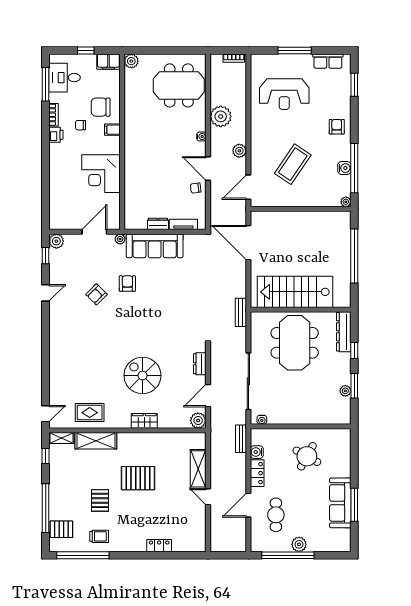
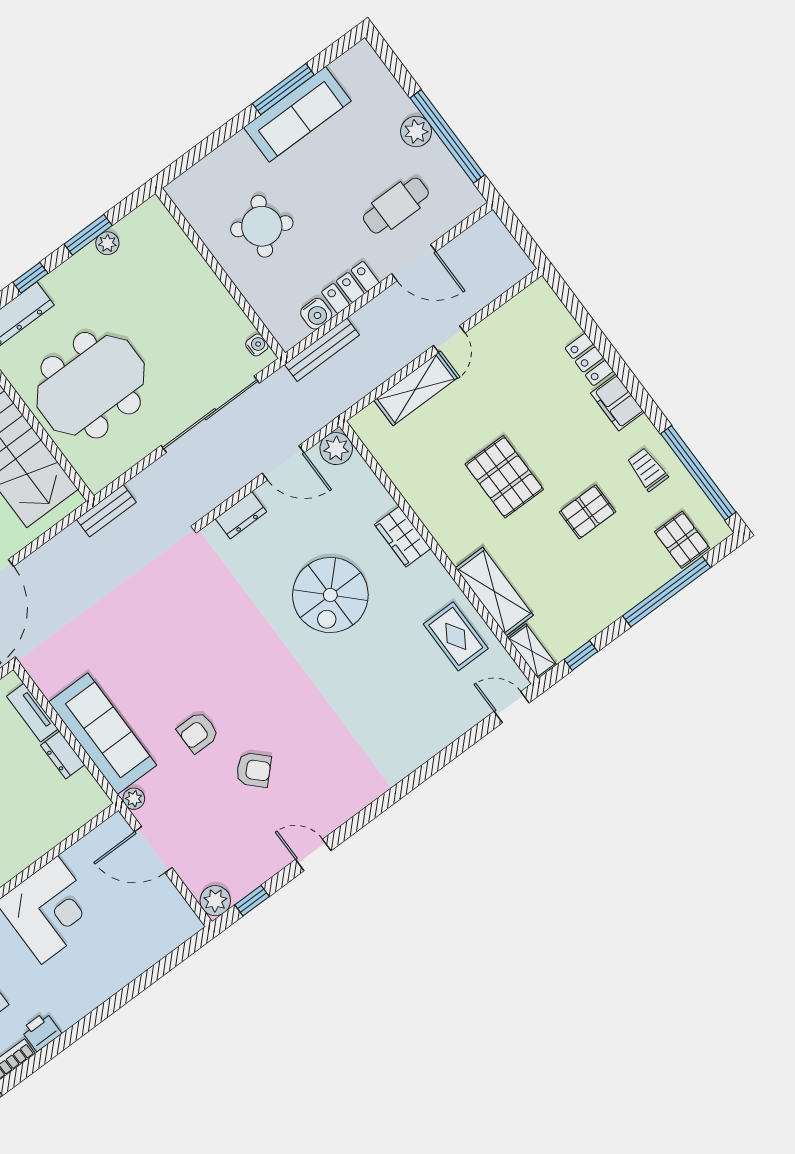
bench: (241, 439) -> (322, 350), width x1.36
filing cabinet: (134, 544) -> (617, 403), added

